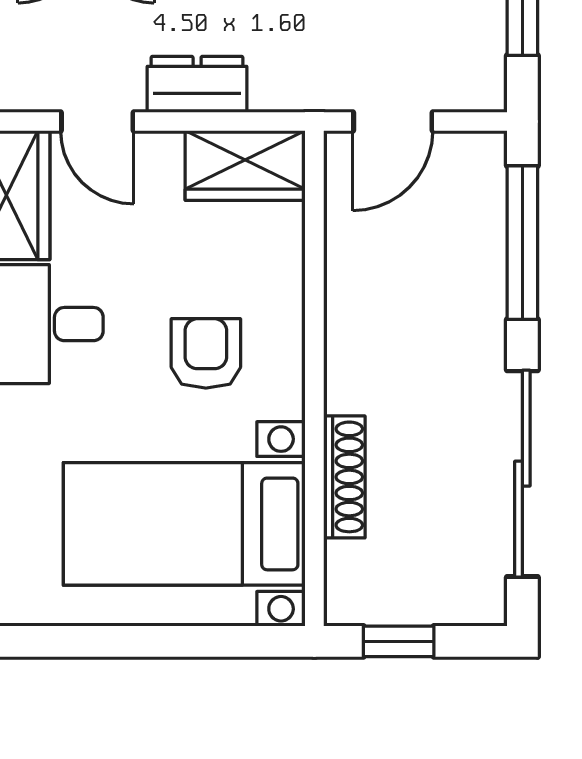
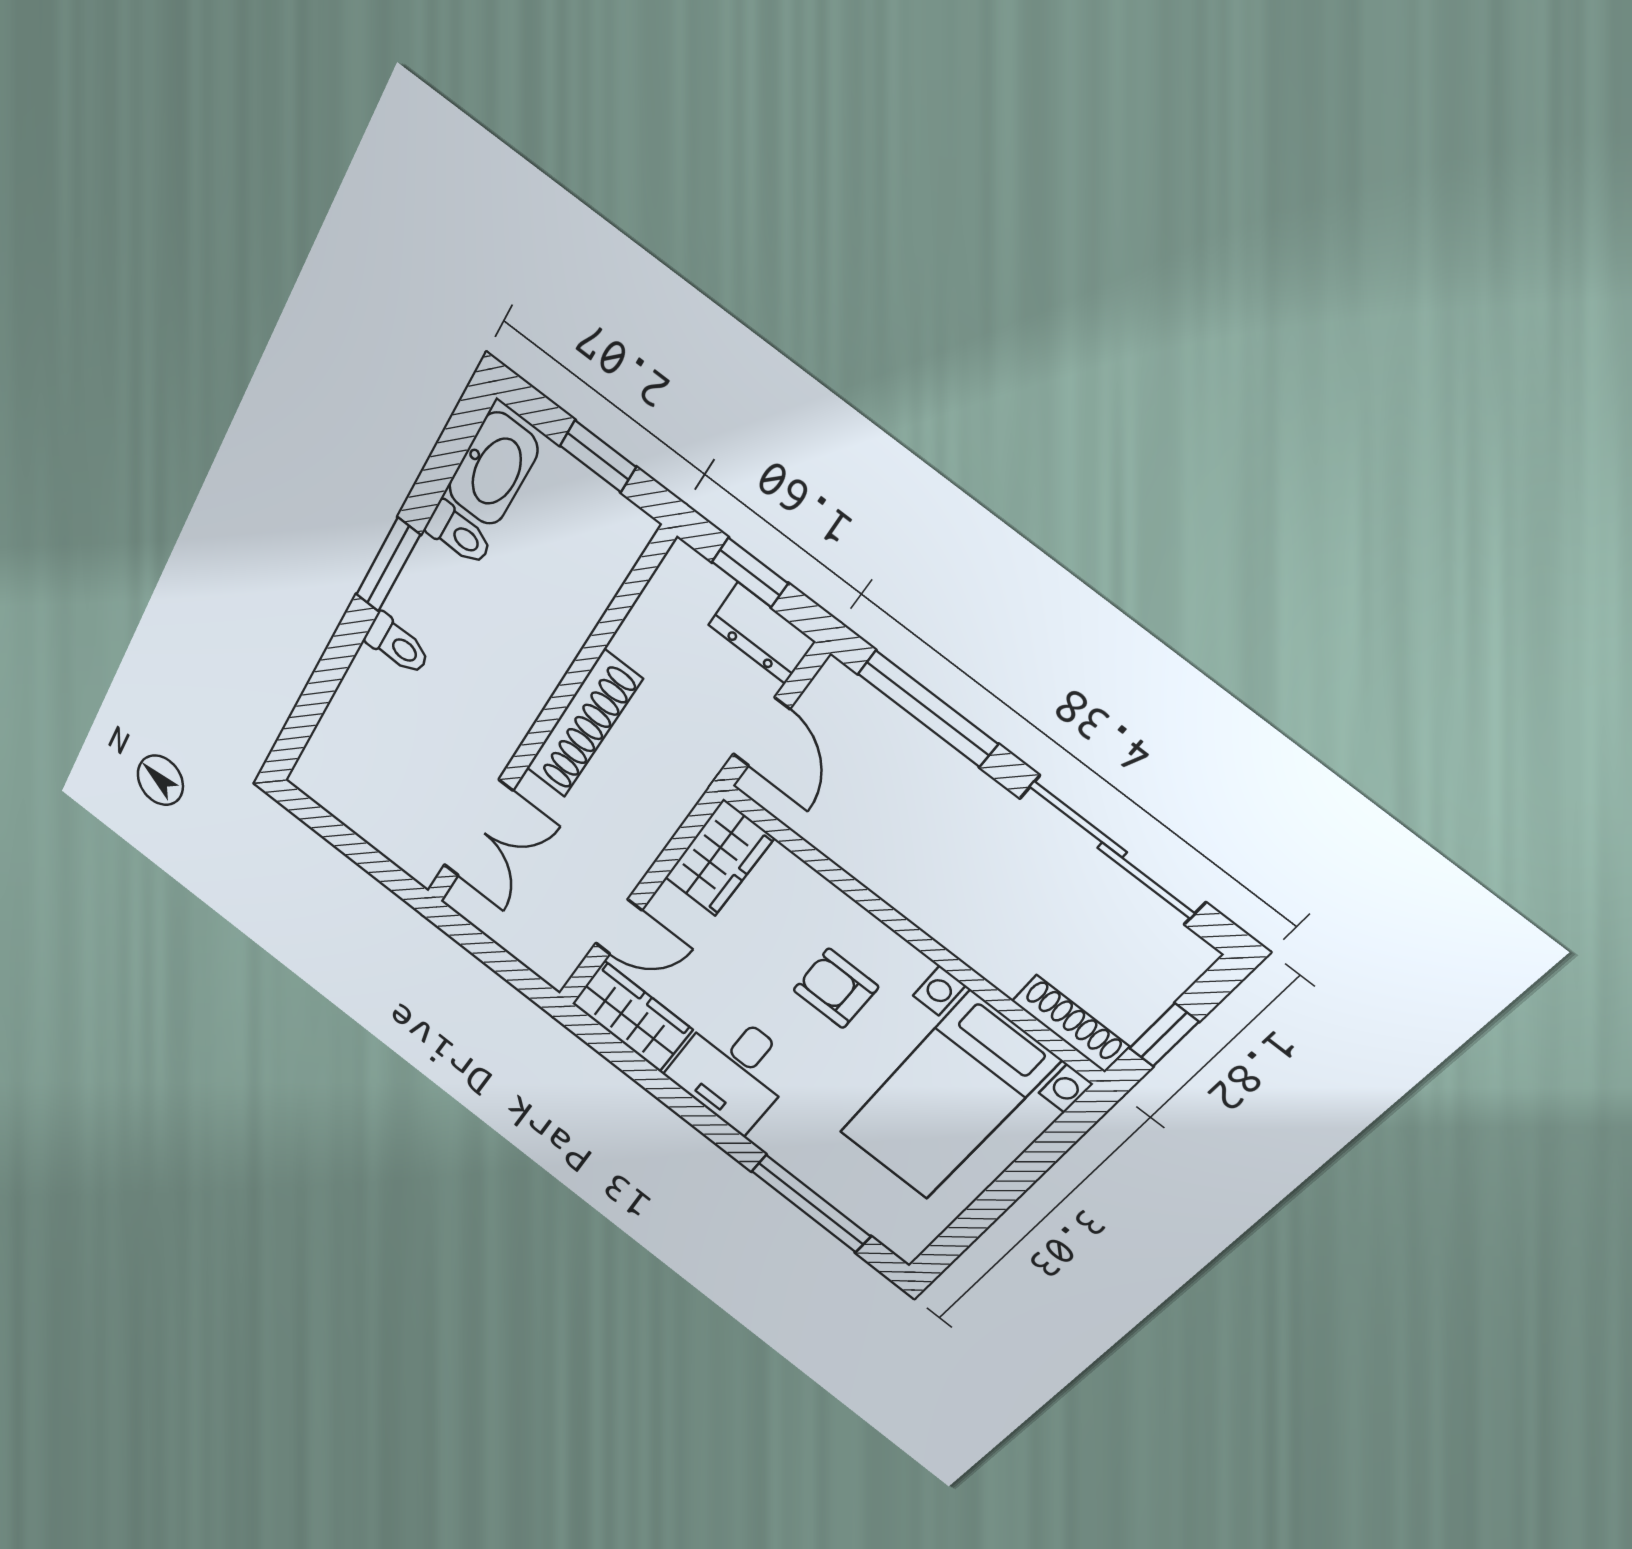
dresser: (197, 84) -> (762, 633), moved, turned -90
shoe rack: (344, 477) -> (1071, 1024), moved

